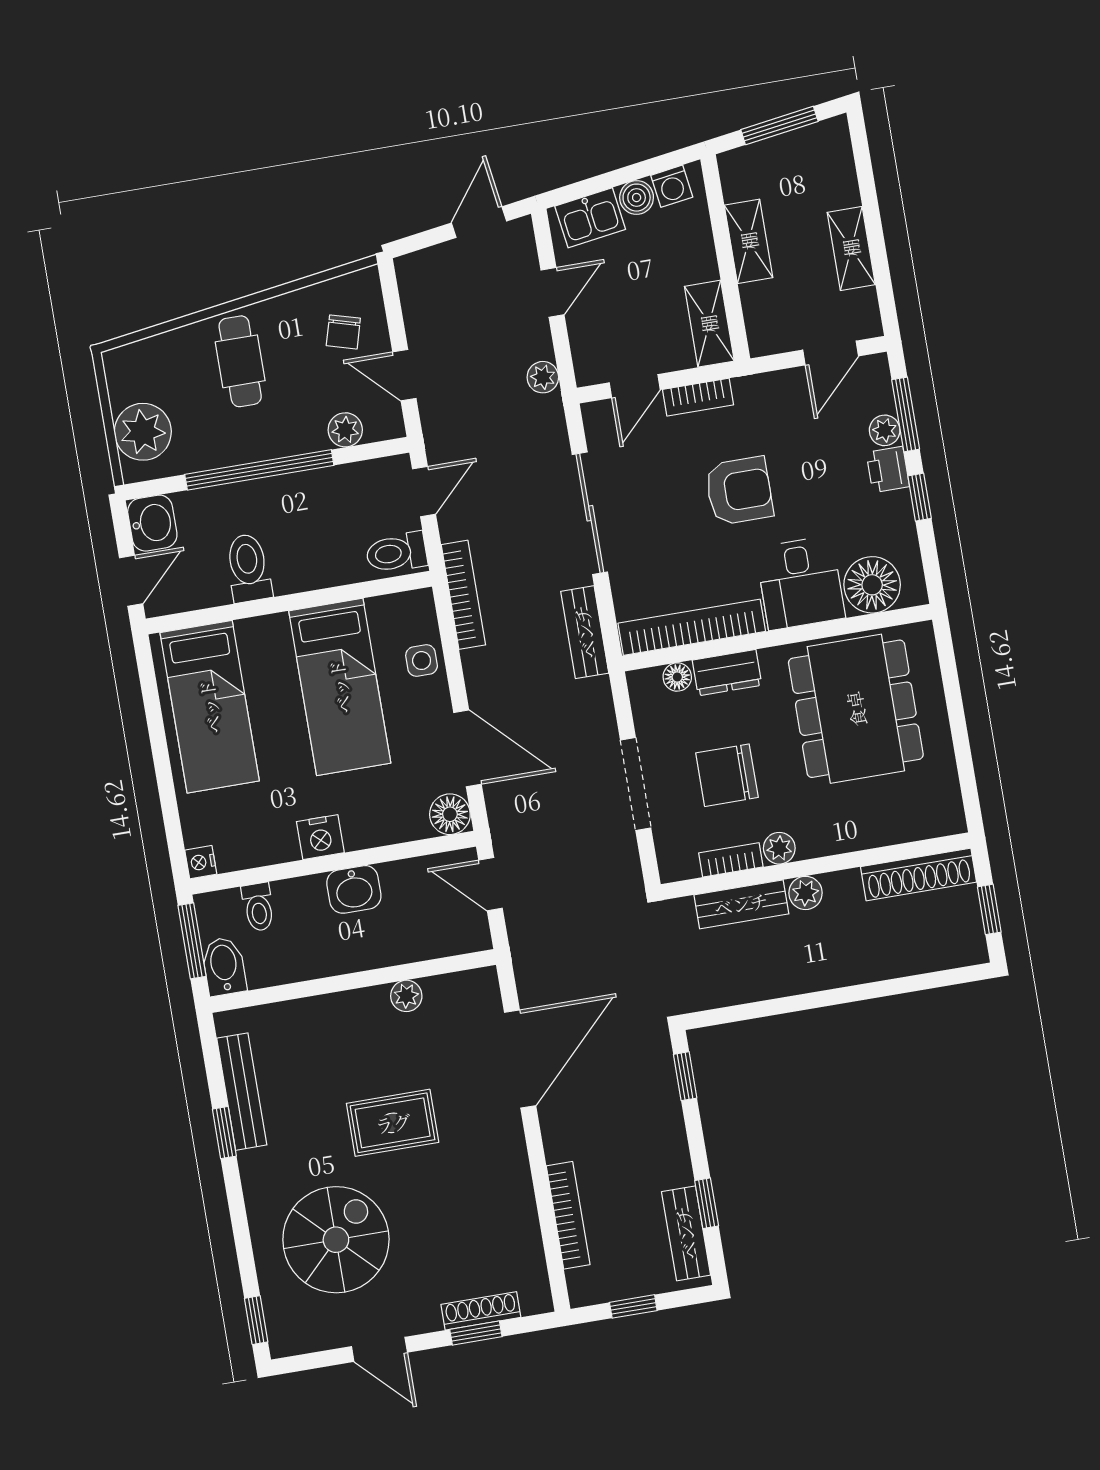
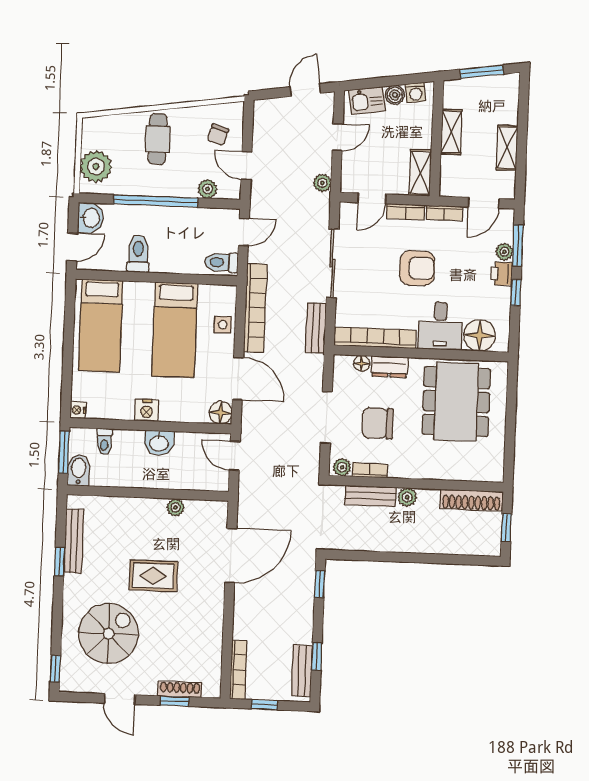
bookcase: (766, 385) -> (444, 213), added
bookcase: (463, 595) -> (255, 308), width x1.48, depth x1.31
plant: (779, 848) -> (342, 467), moved
bookcase: (568, 1215) -> (238, 670), moved

